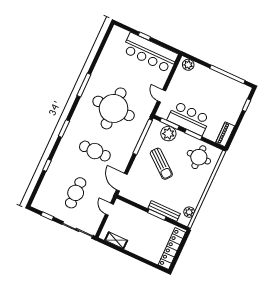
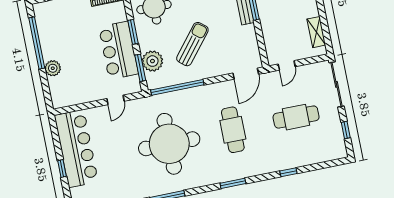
plant: (188, 65) -> (53, 68), moved

